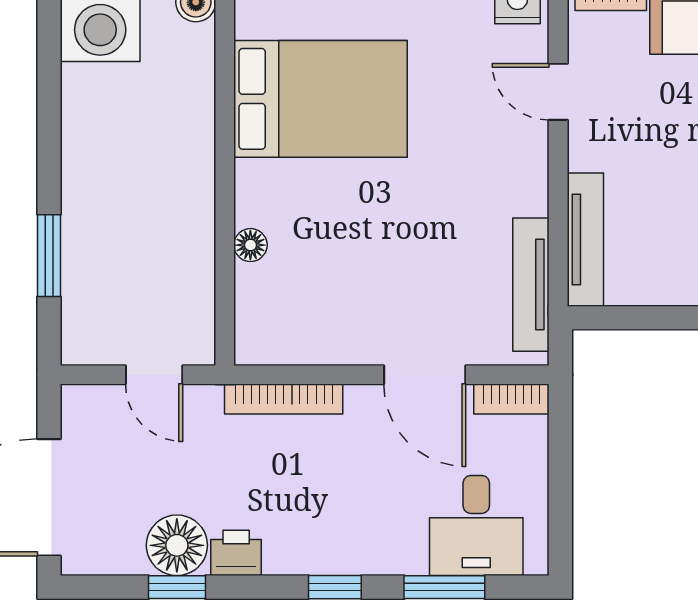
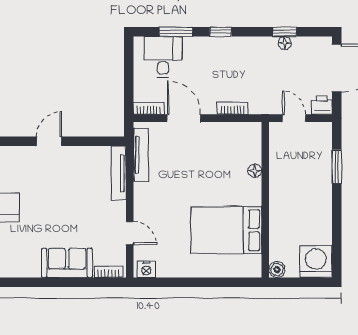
bookcase: (284, 399) -> (233, 108), width x0.64
floor lamp: (177, 545) -> (285, 43), width x0.53, depth x0.53
printer: (236, 553) -> (322, 105), moved, turned 180

